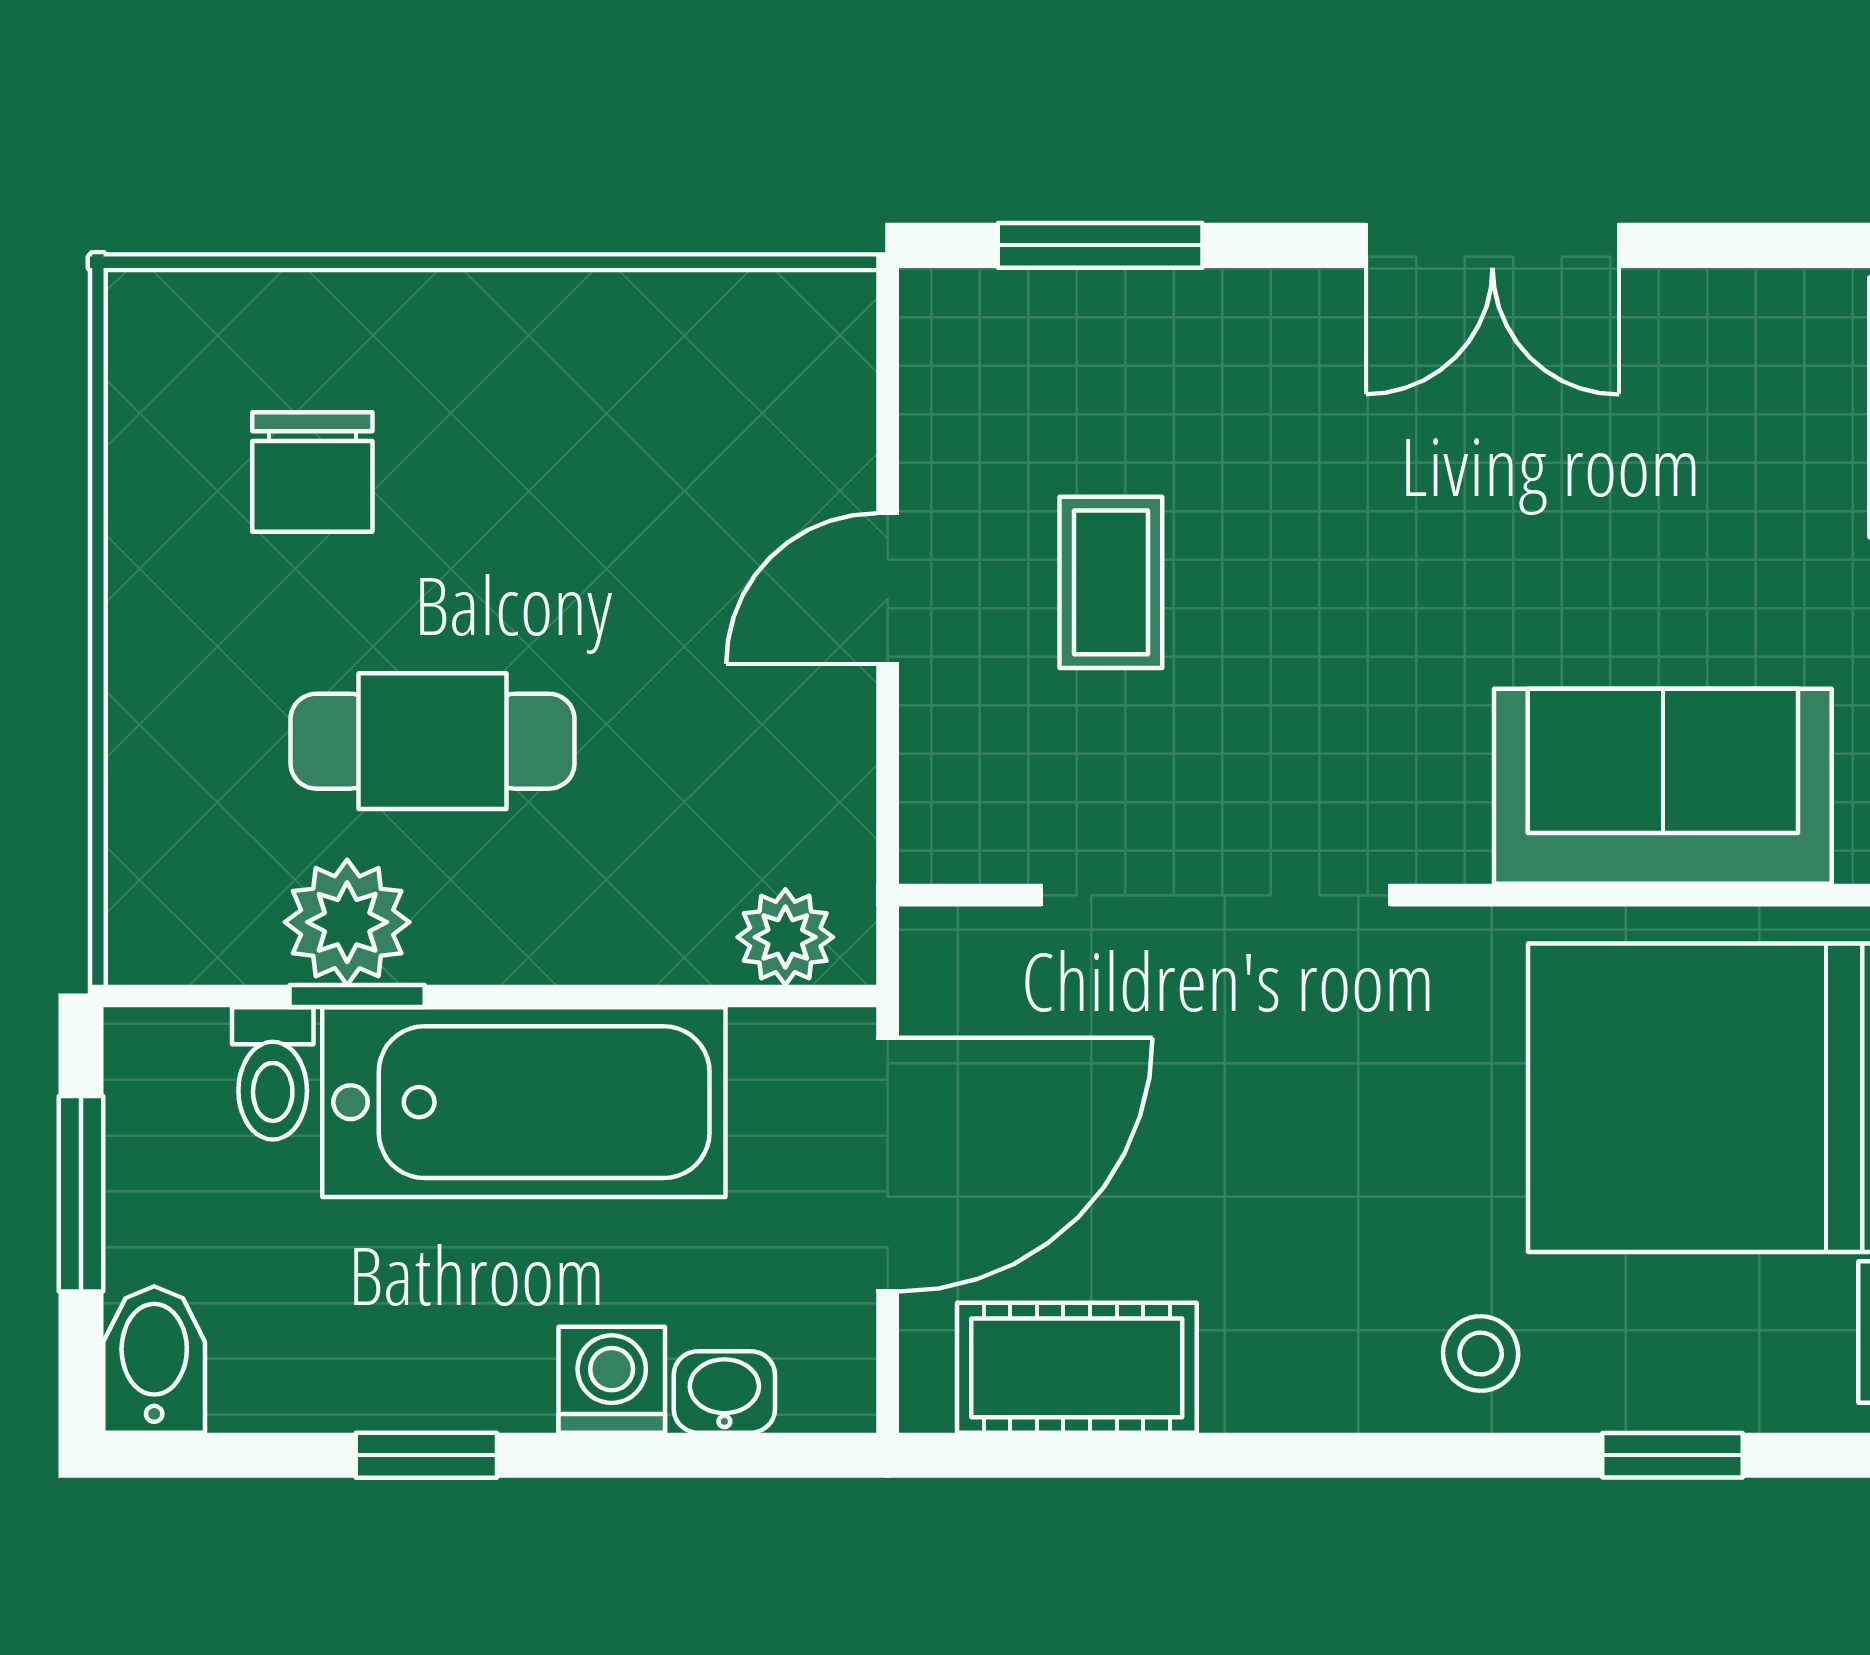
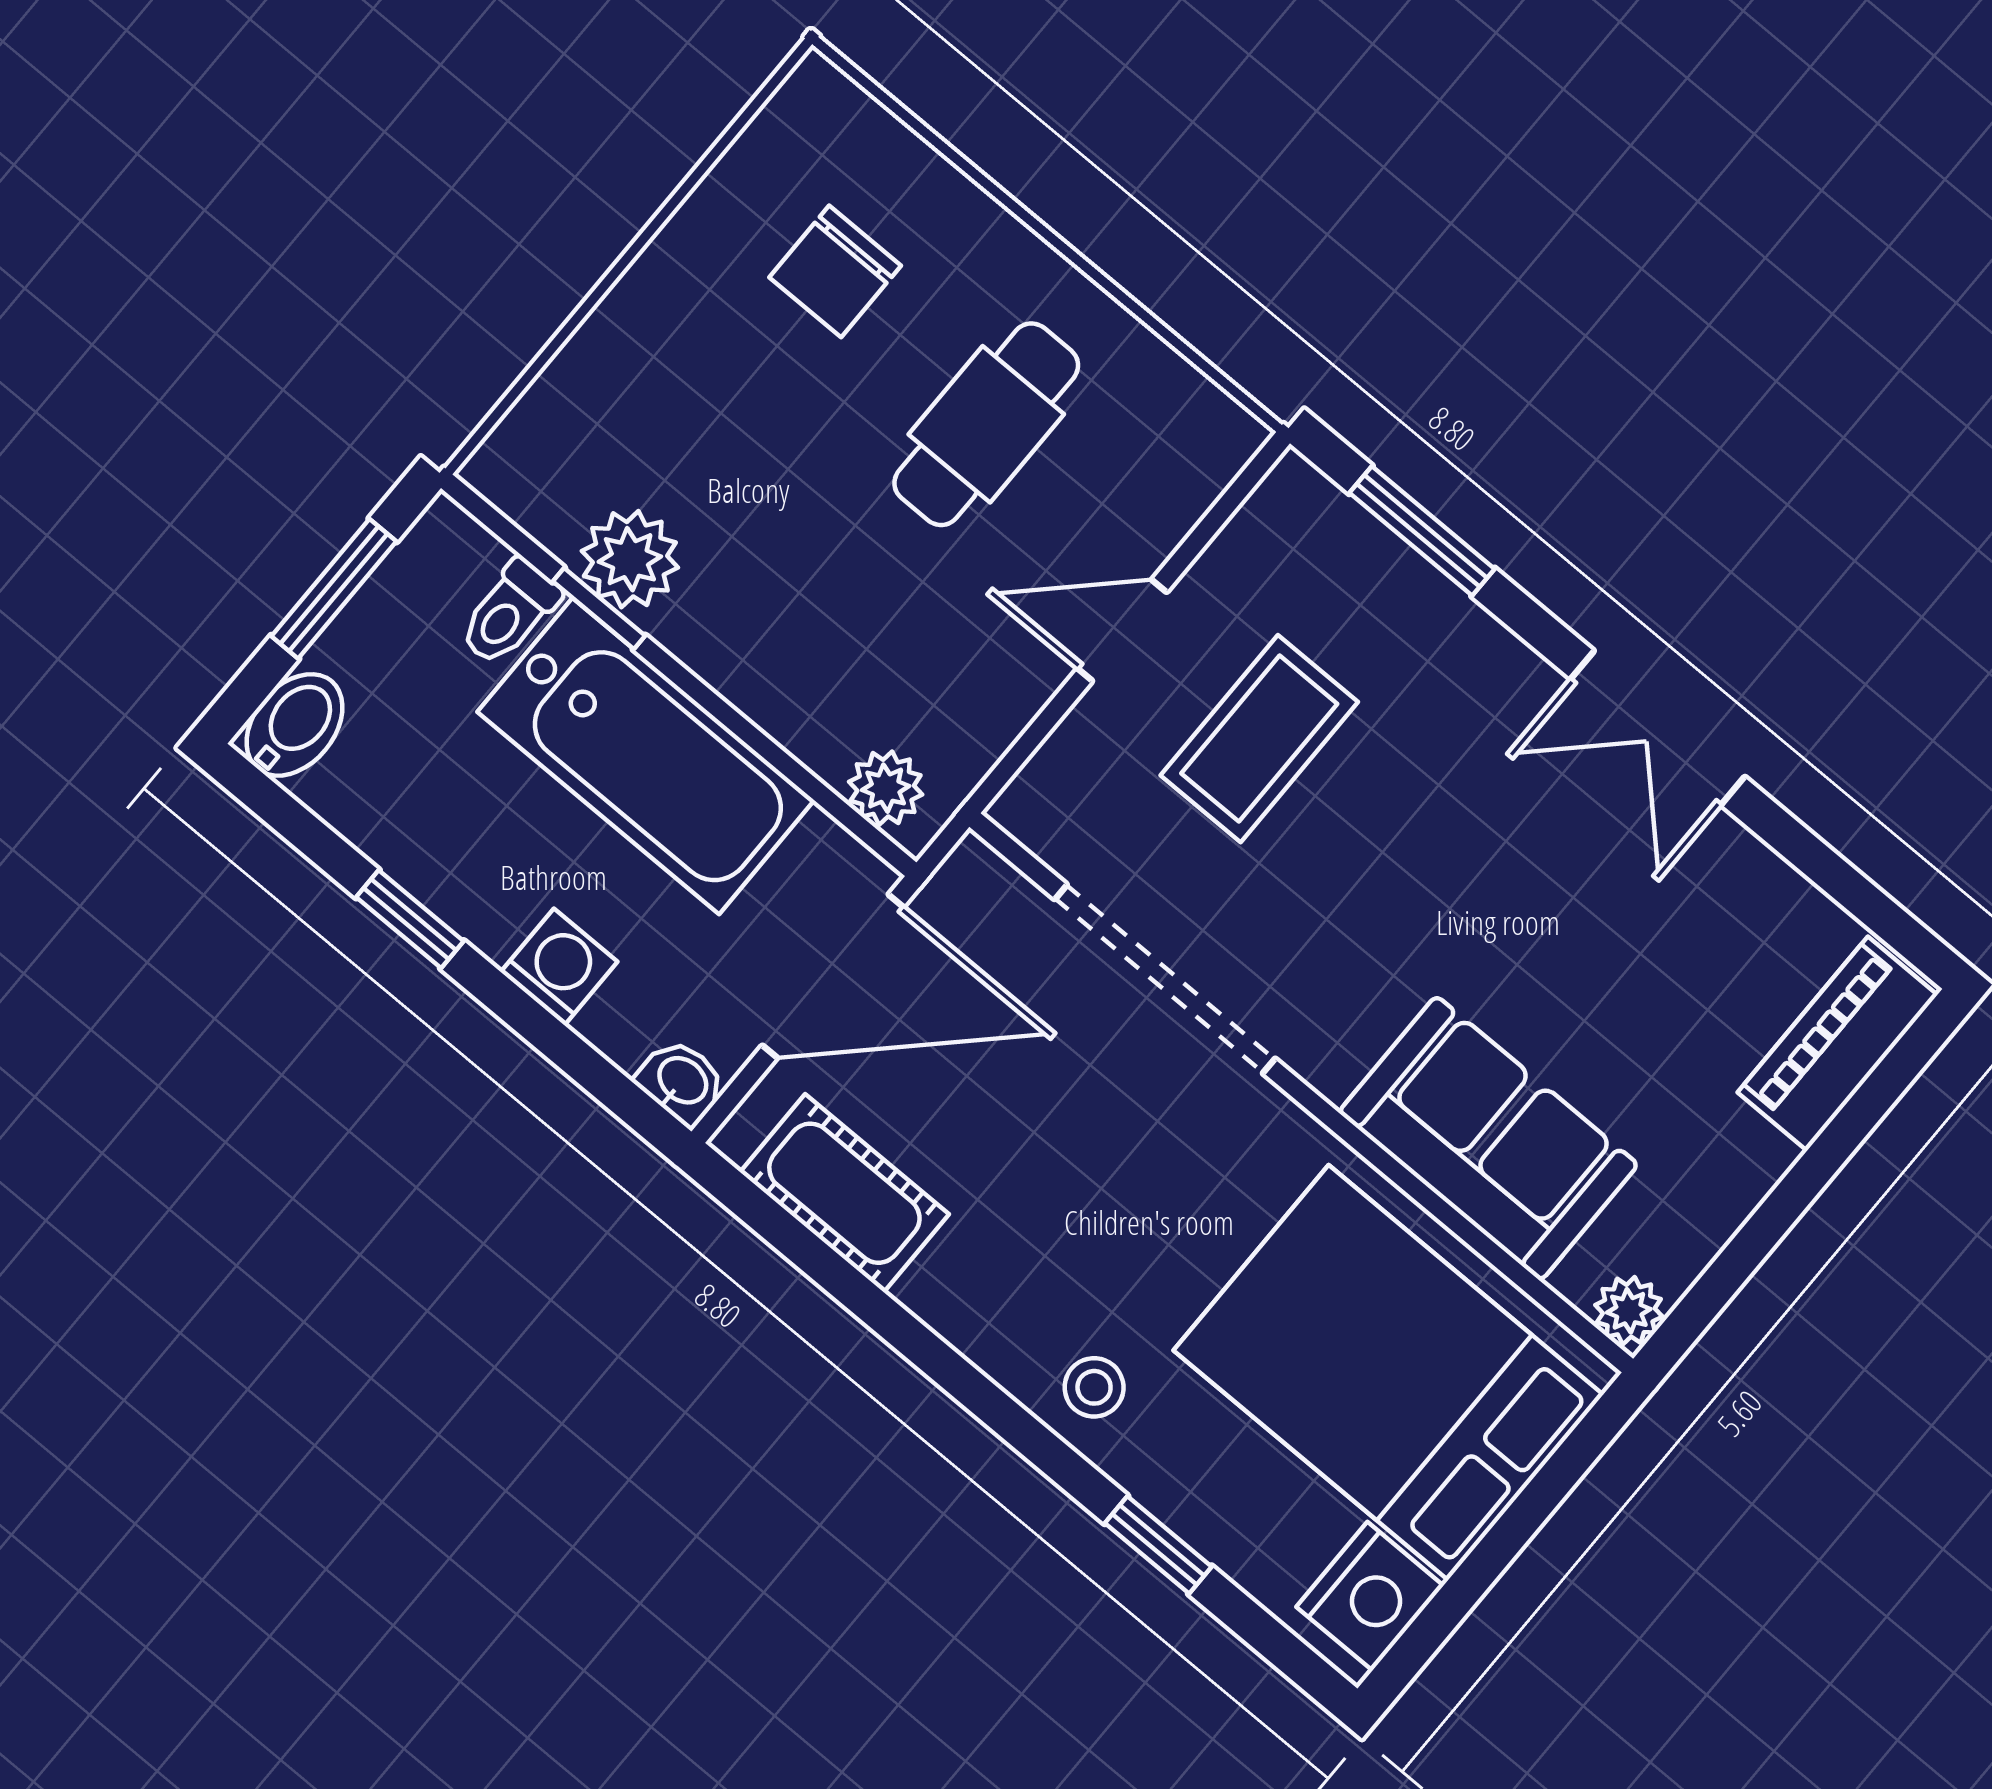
coffee table: (1111, 582) -> (1259, 739), width x1.36, depth x1.30
cafe table: (433, 741) -> (986, 424), moved, turned 90
washbasin: (724, 1392) -> (682, 1082), moved

